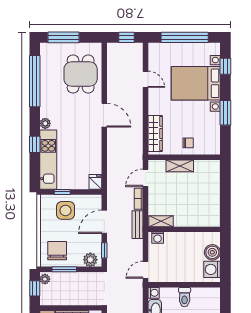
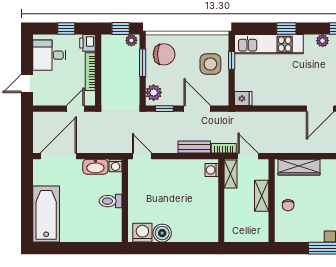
plant: (45, 123) -> (323, 41), moved
shelving: (161, 221) -> (231, 174), moved
wall: (184, 229) -> (221, 201), moved
washing machine: (158, 238) -> (212, 170), moved

